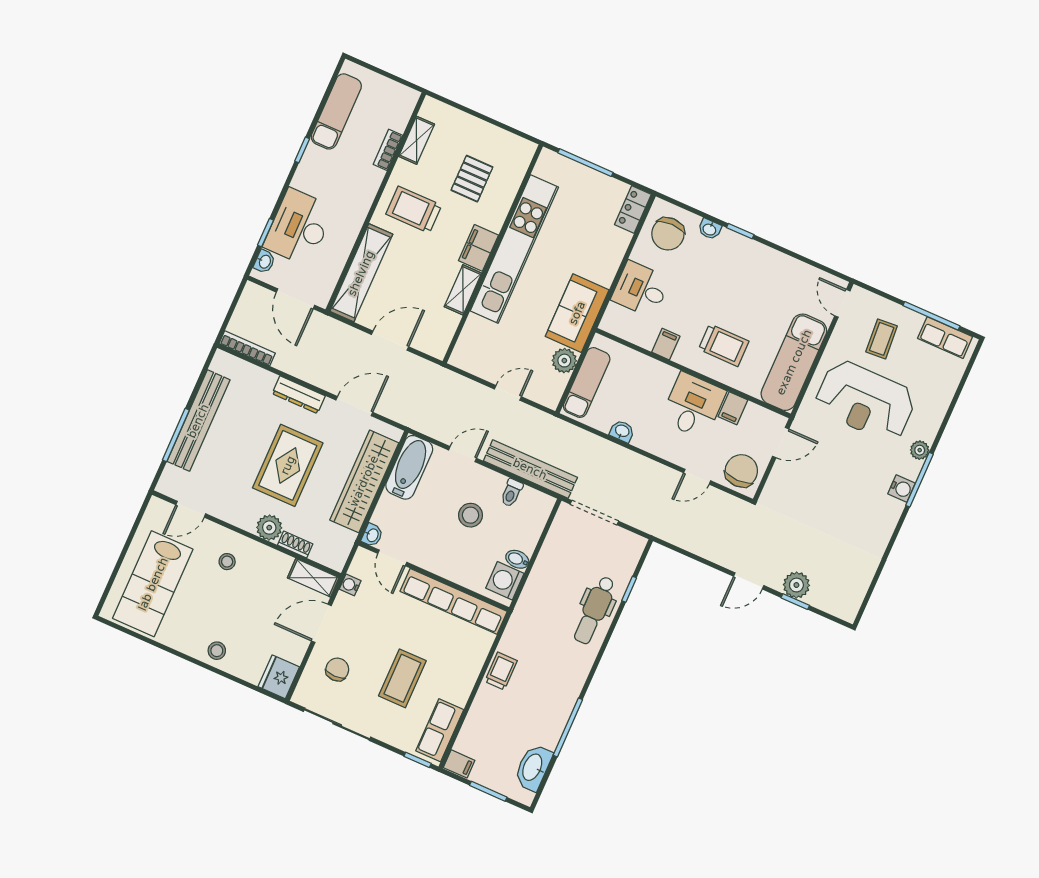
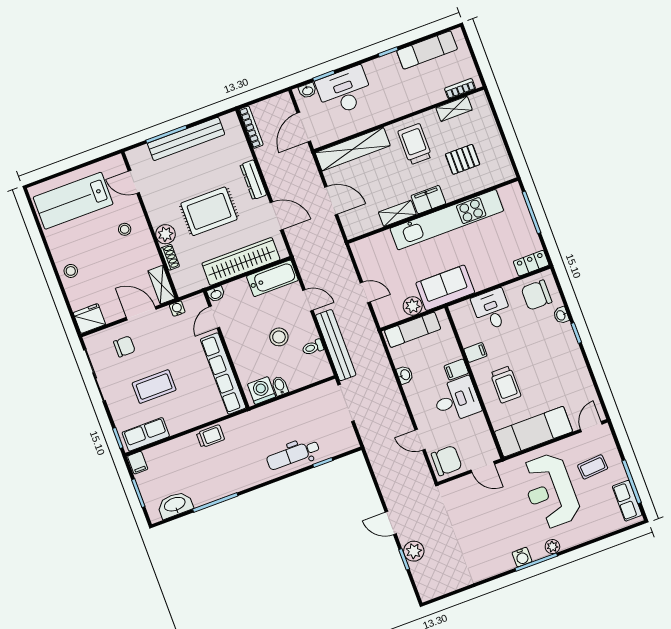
bookcase: (388, 150) -> (460, 89), moved
filing cabinet: (733, 408) -> (456, 370), moved

